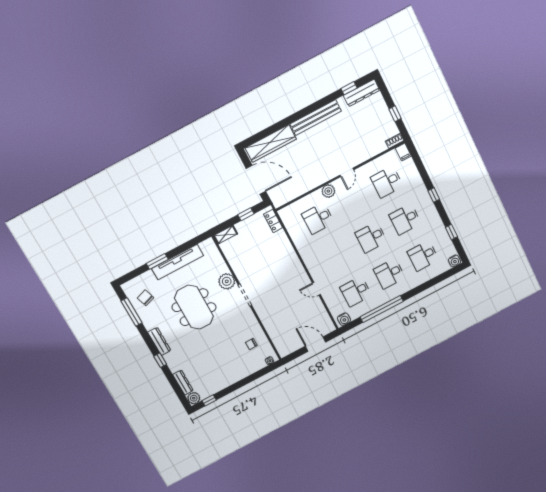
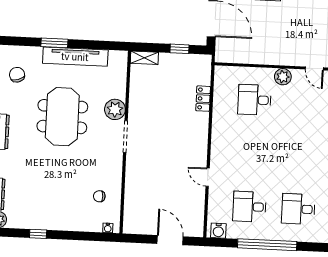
door: (347, 172) -> (314, 68), hinge flipped
locker: (273, 221) -> (203, 99), moved
desk: (371, 237) -> (301, 156), removed
window: (209, 400) -> (38, 234), moved

